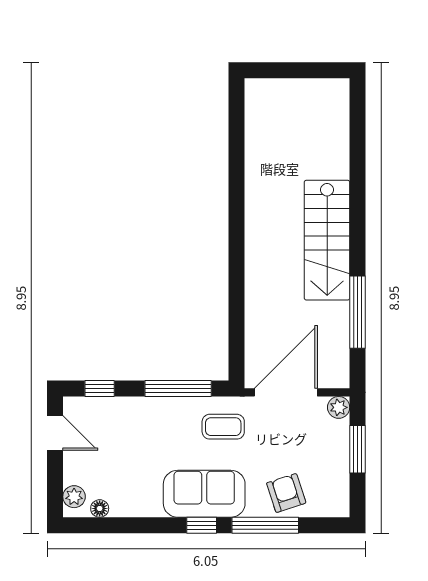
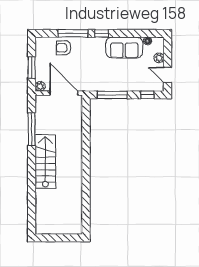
door: (286, 392) -> (64, 93), swing flipped
coffee table: (223, 427) -> (92, 78), removed
armchair: (286, 493) -> (64, 48), turned 108
sofa: (204, 494) -> (124, 48), moved
plant: (74, 497) -> (159, 58), moved

